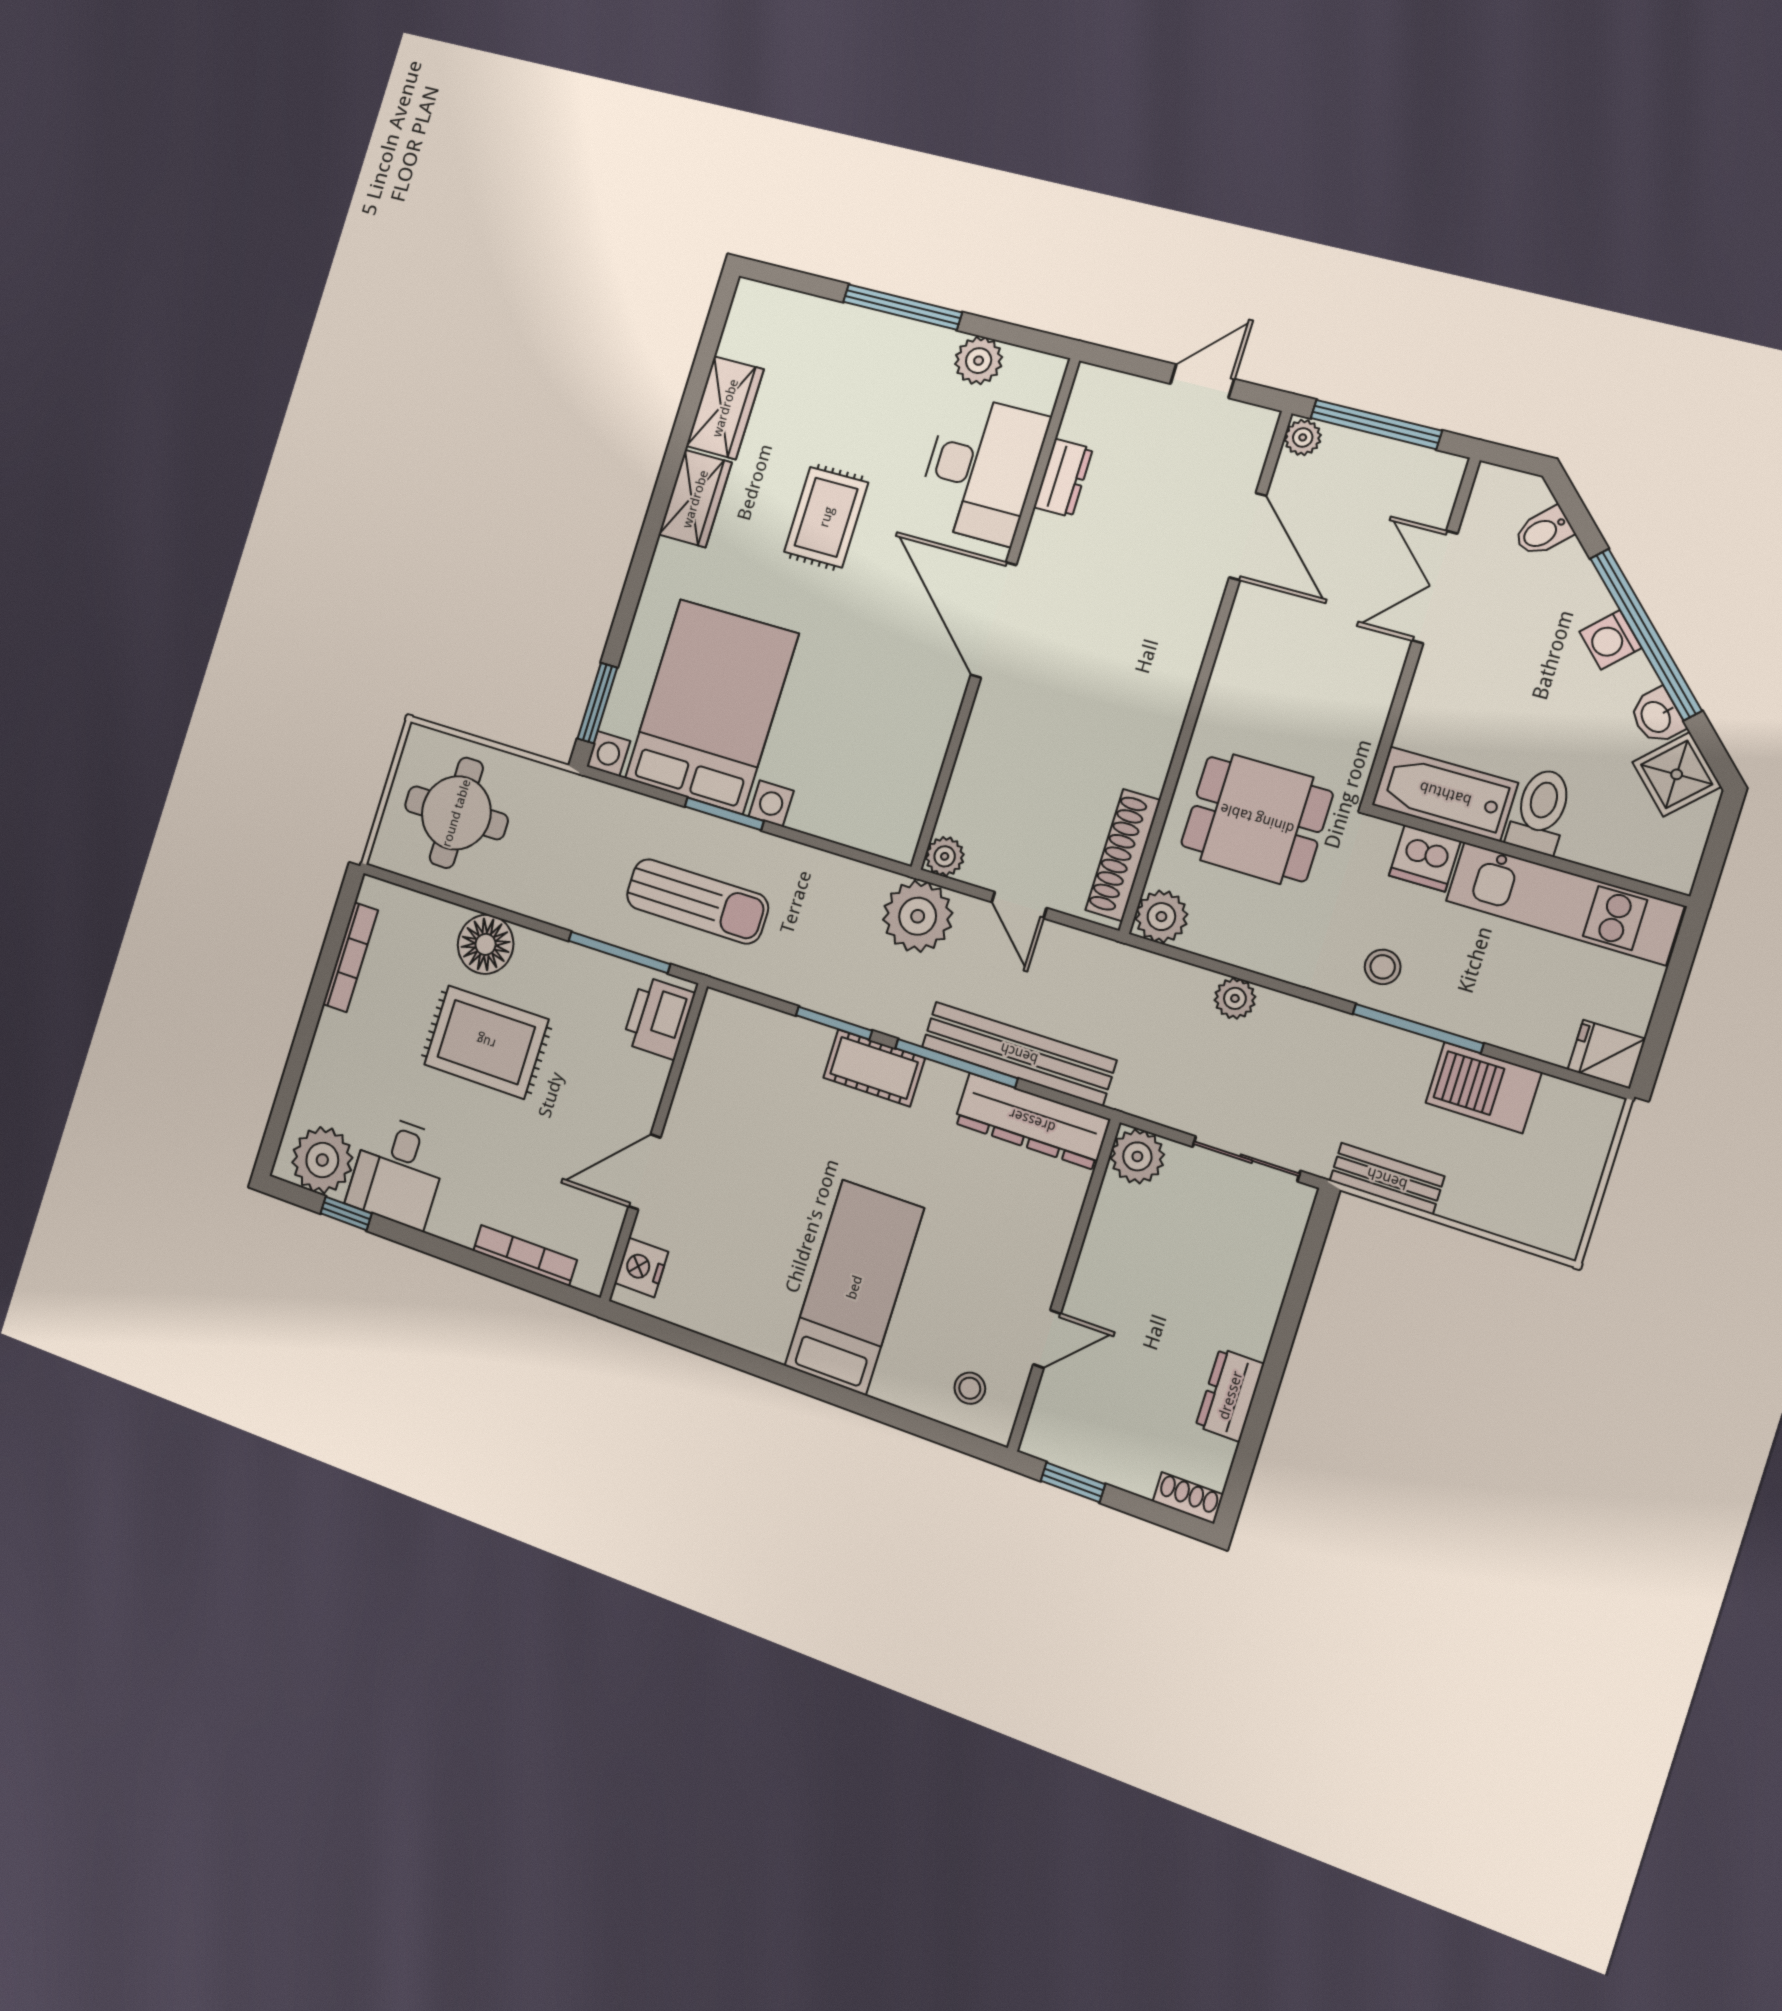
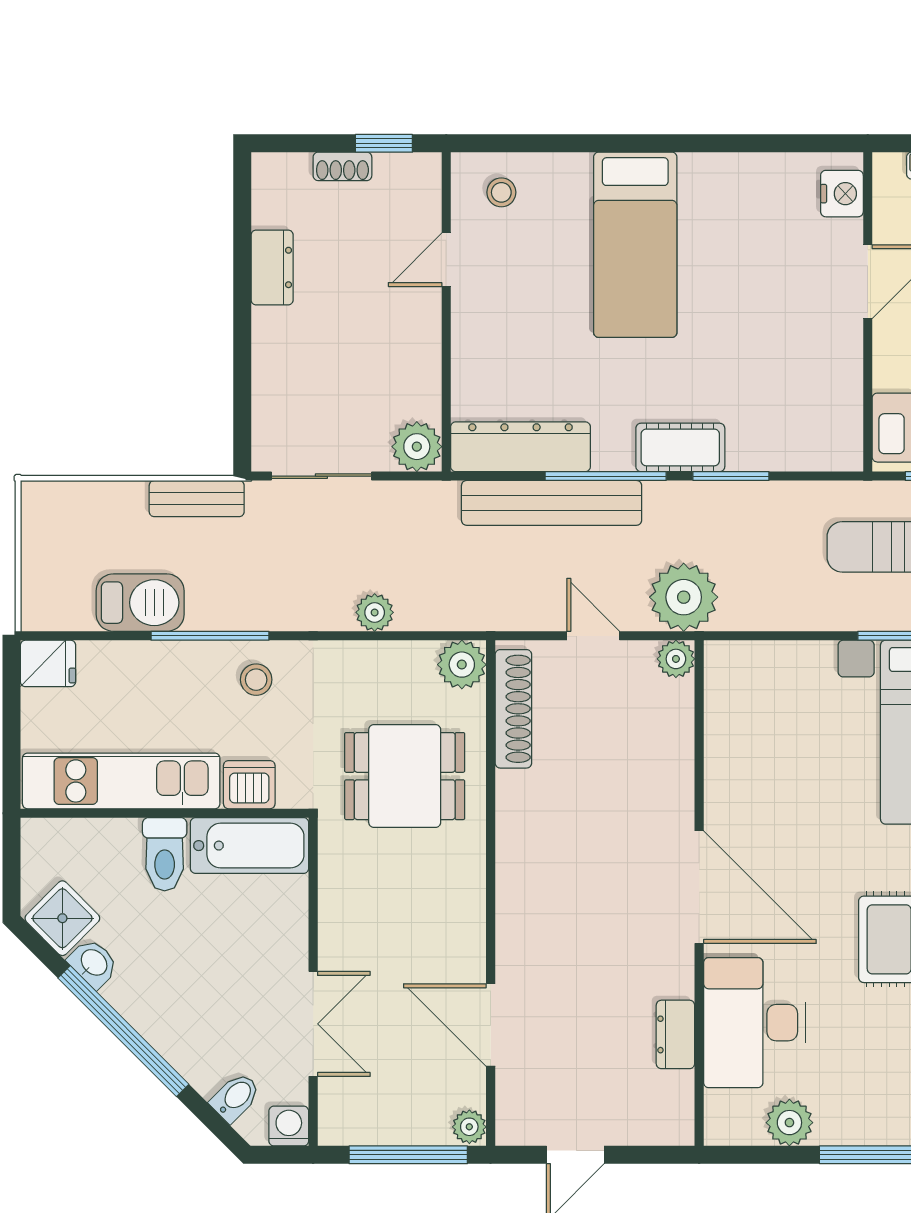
washing machine: (1610, 640) -> (289, 1126), moved, turned -45
shoe rack: (1188, 1498) -> (342, 166), moved

